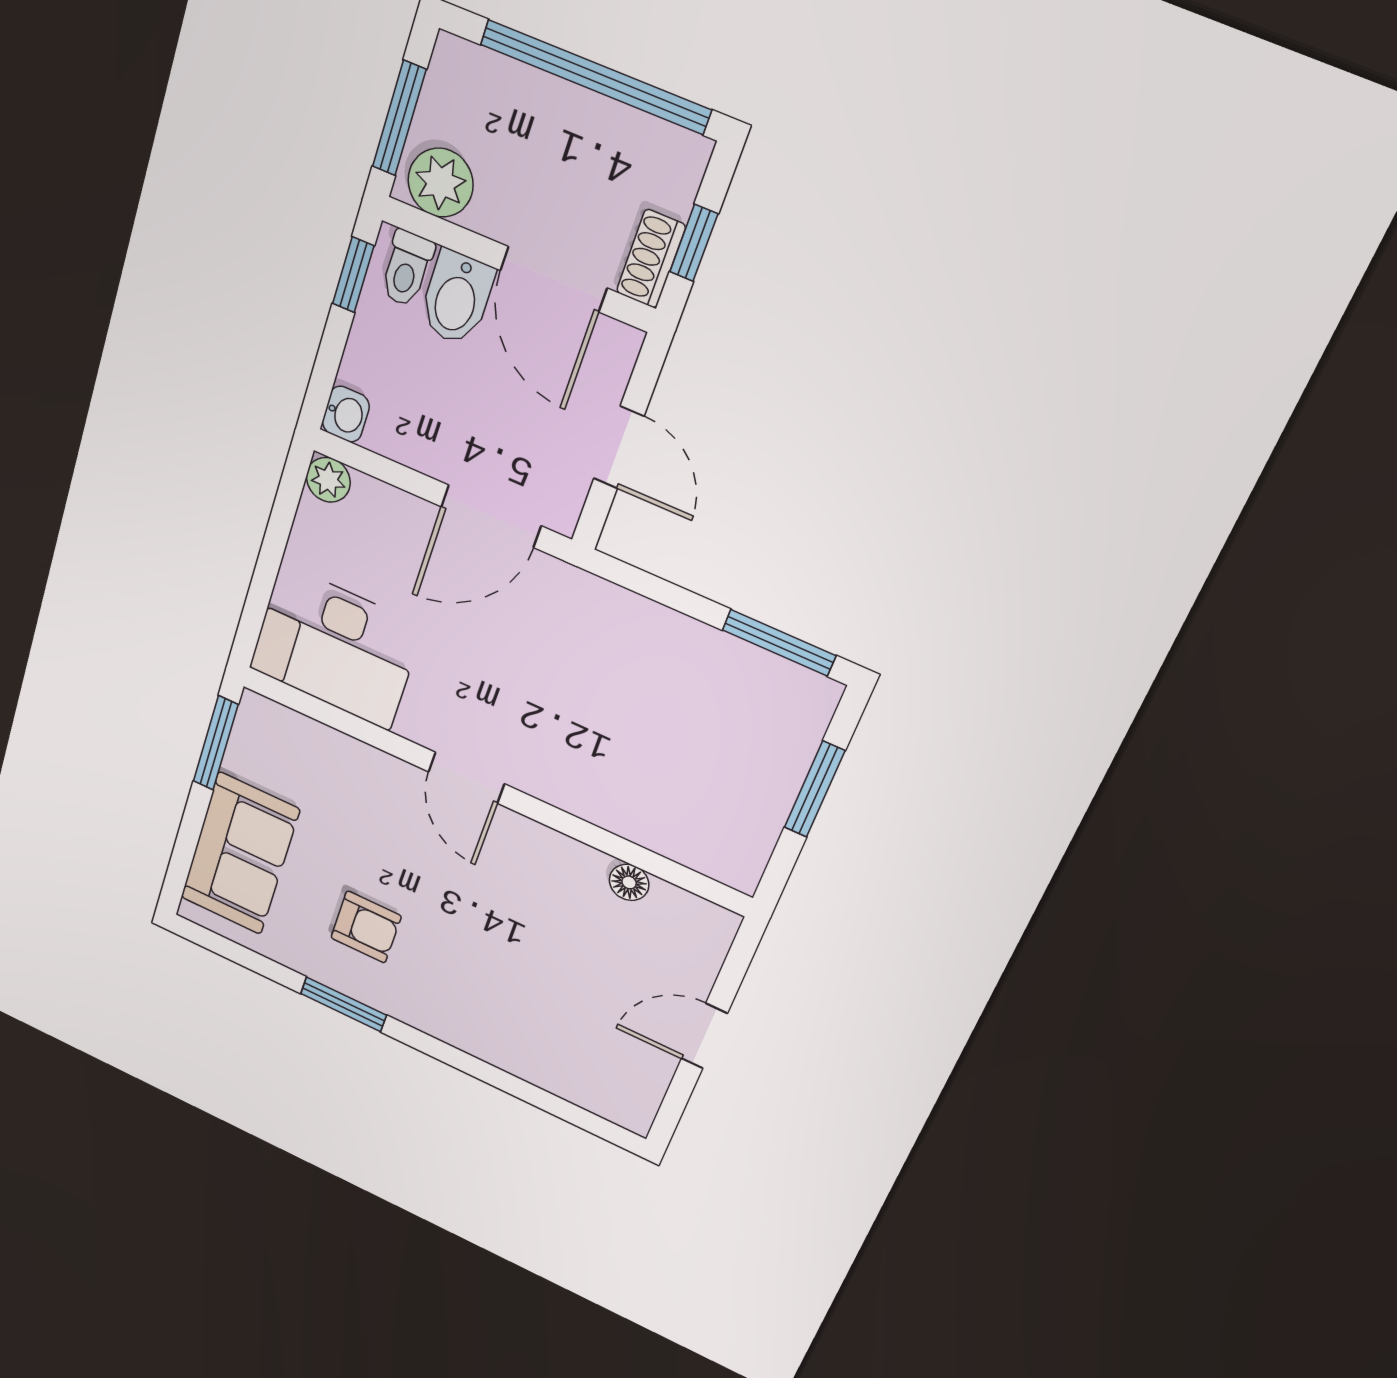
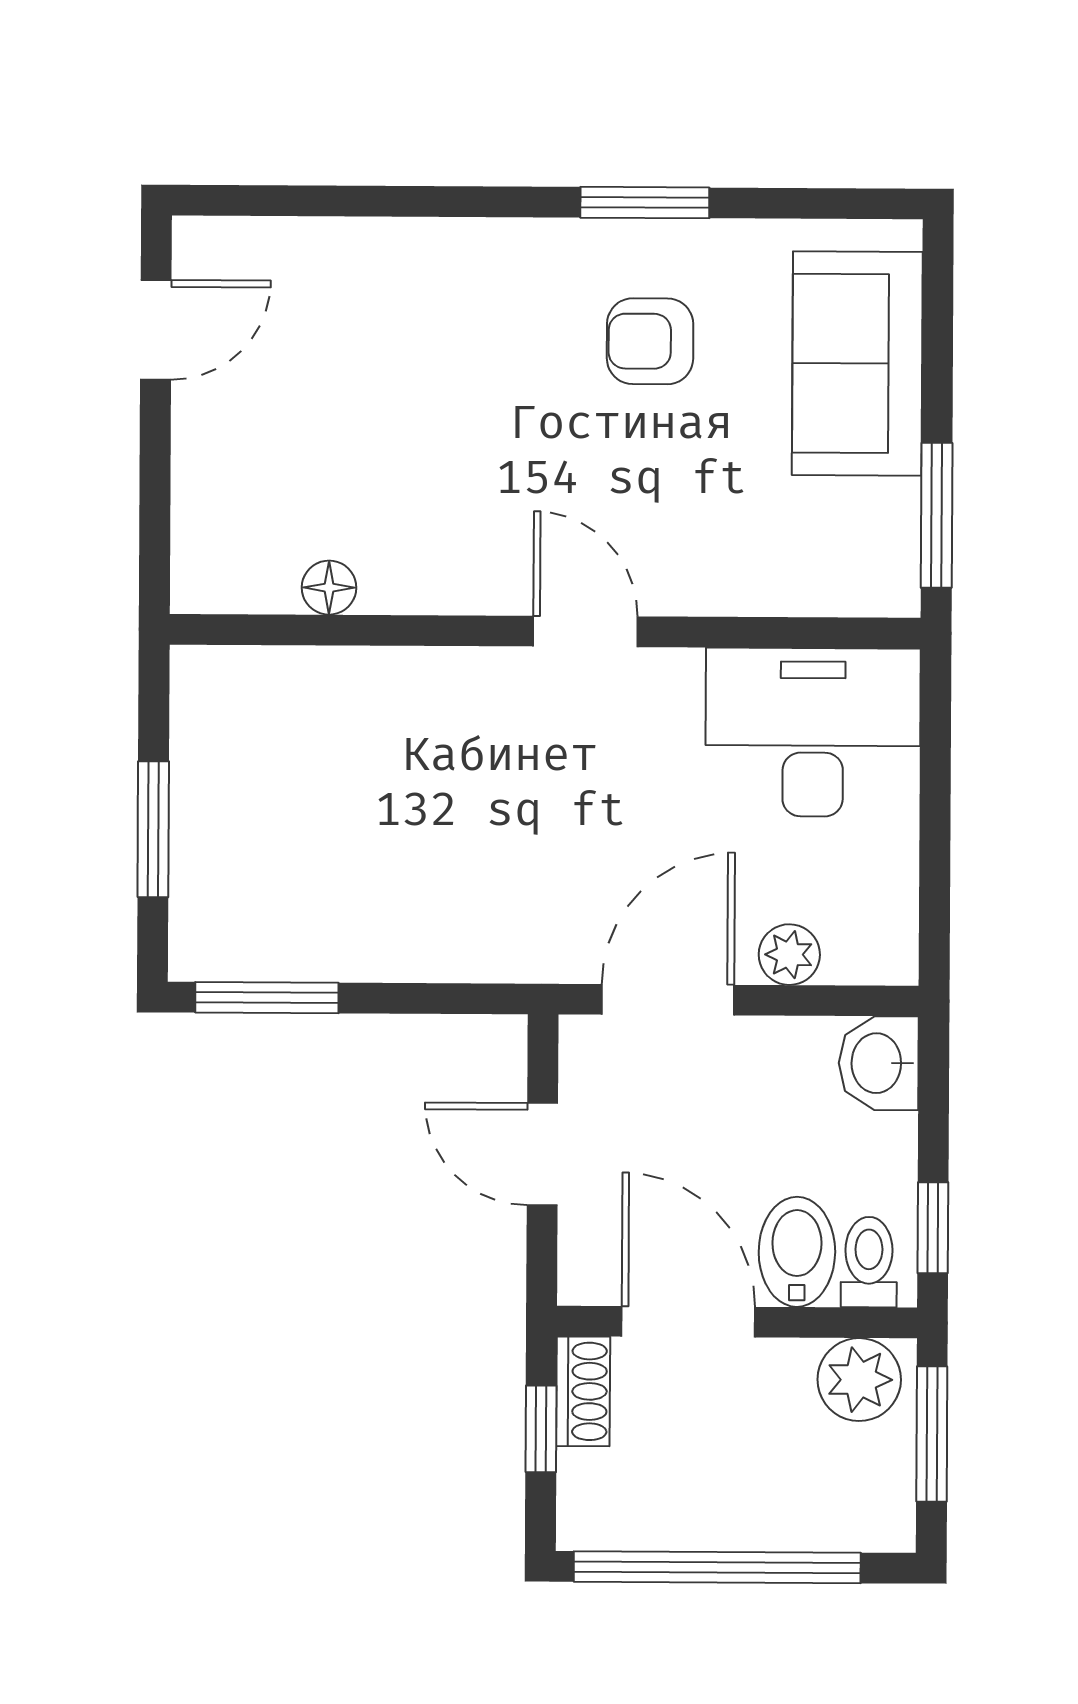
washbasin: (346, 414) -> (879, 1063), width x1.38, depth x1.45
plant: (328, 480) -> (789, 955), moved
door: (704, 1036) -> (156, 330), moved

